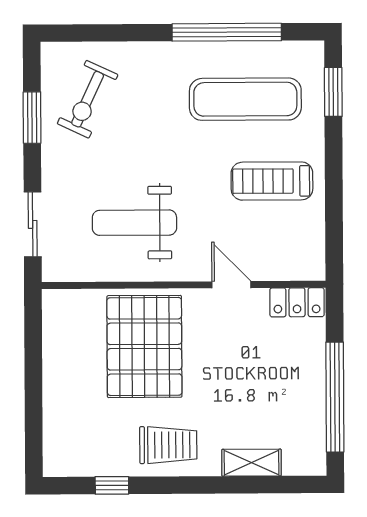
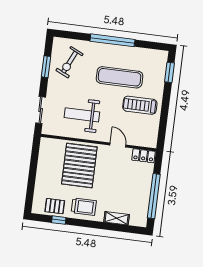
window: (227, 32) -> (112, 40), moved
exercise mat: (245, 99) -> (120, 77), moved
pallet: (98, 453) -> (55, 206), added

